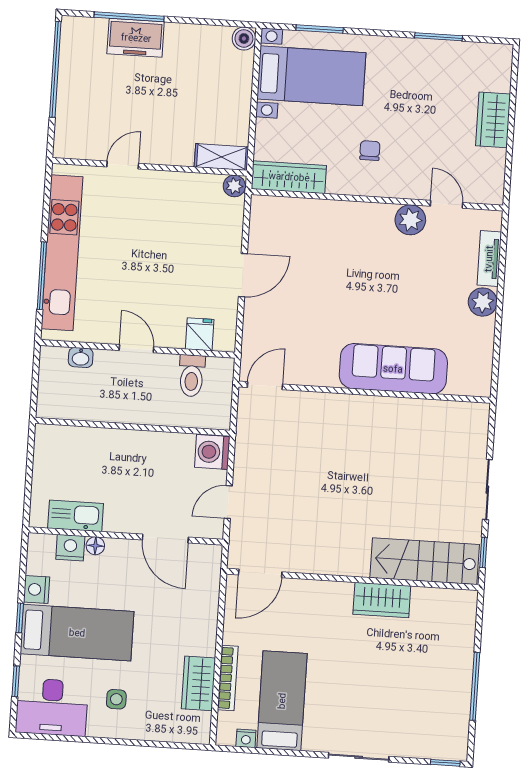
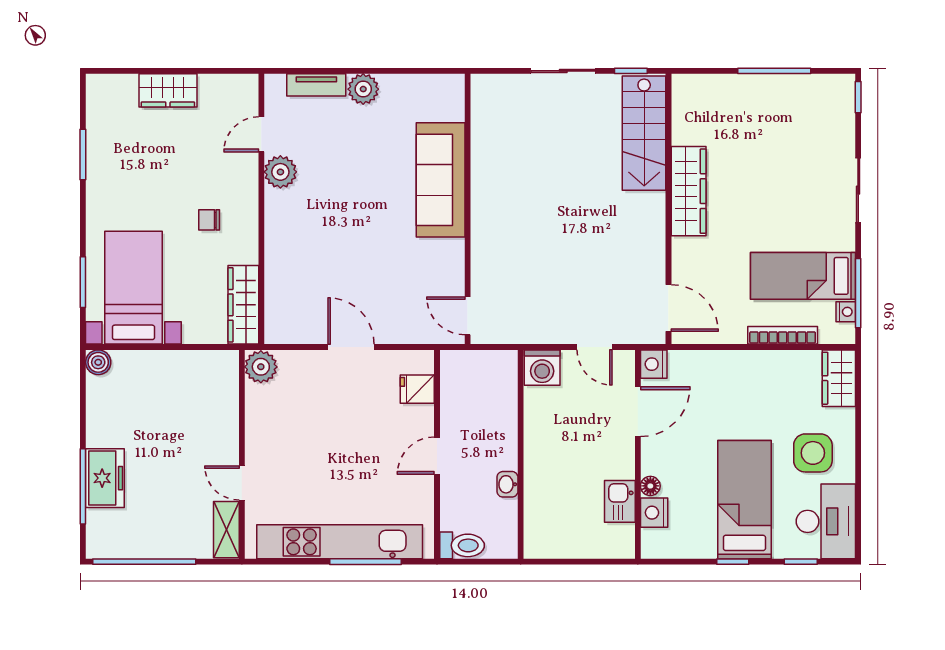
shelving: (221, 157) -> (226, 530), moved
plant: (234, 186) -> (261, 367), width x1.38, depth x1.38
washbasin: (81, 357) -> (507, 484), moved, turned 180
toilet: (192, 376) -> (462, 545), moved
kitchen sink: (76, 516) -> (620, 501), width x0.73
nightstand: (37, 590) -> (654, 364), moved, turned 90
wardrobe: (382, 600) -> (689, 191), width x1.50
wardrobe: (198, 683) -> (839, 378), moved, turned 90
side table: (116, 699) -> (813, 453), width x1.87, depth x1.87
window: (263, 751) -> (858, 293), added

